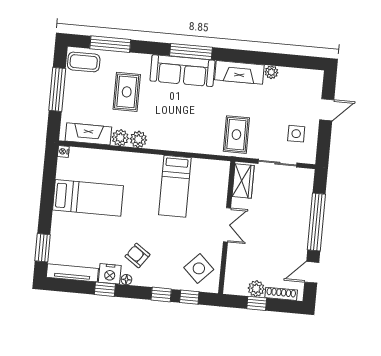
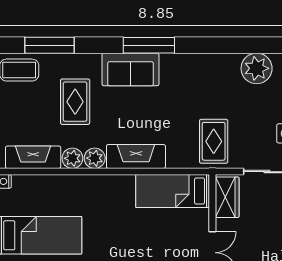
sofa: (182, 71) -> (130, 69), width x0.73
fireplace: (239, 72) -> (136, 156), moved, turned 180
plant: (271, 72) -> (257, 68), width x1.88, depth x1.88
bed: (175, 186) -> (173, 191), moved, turned 90

